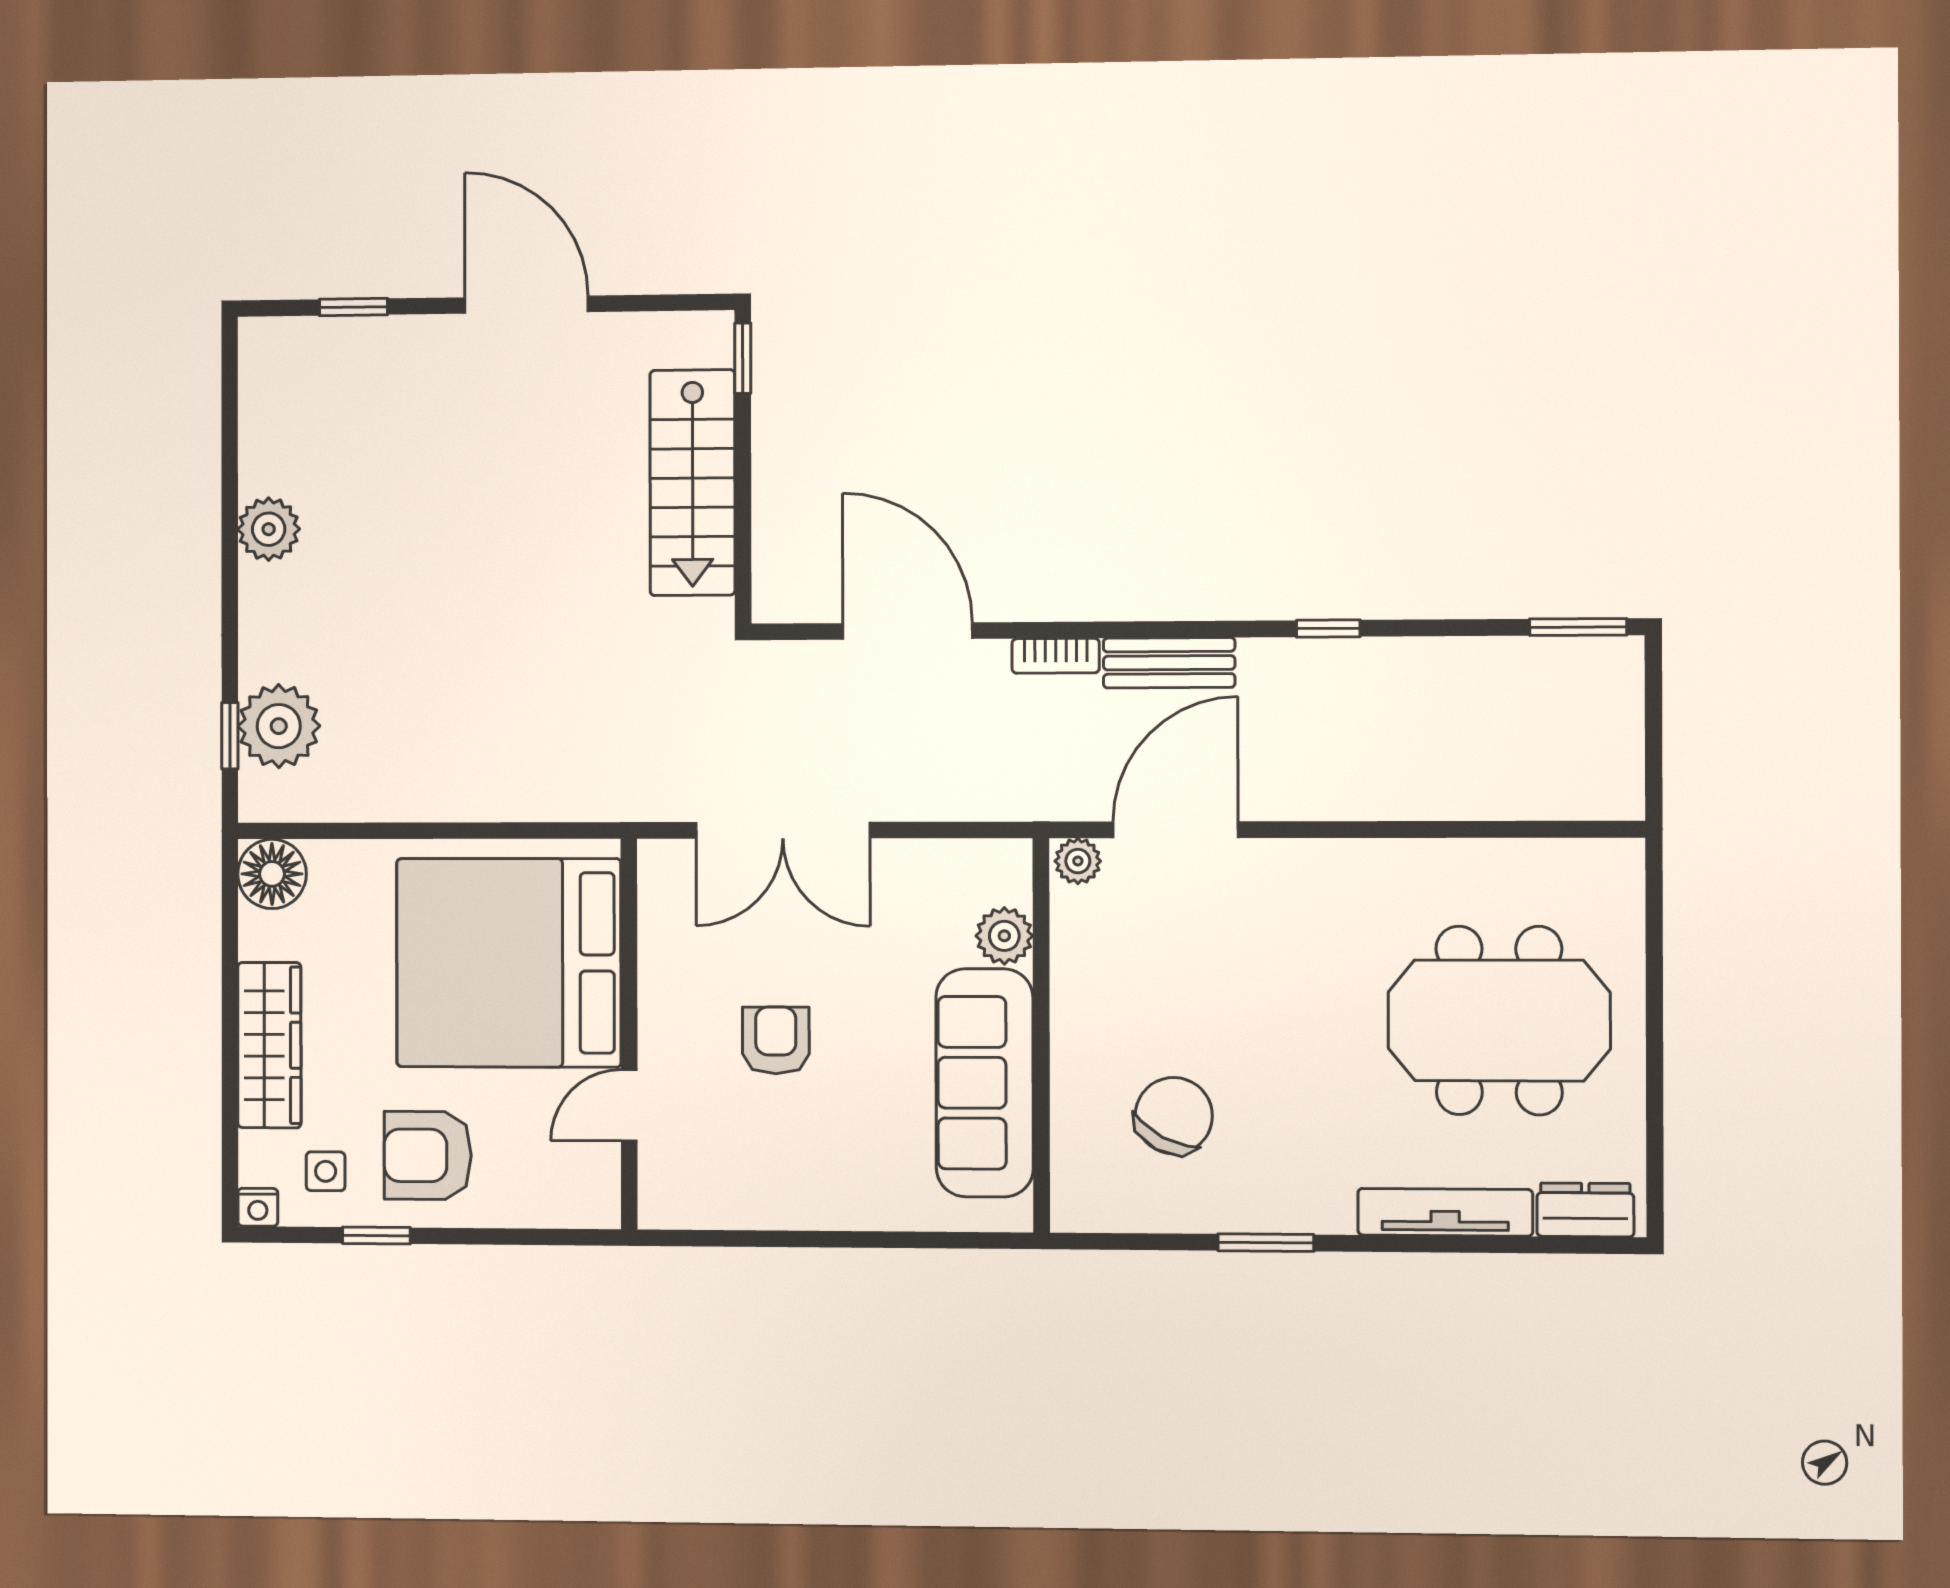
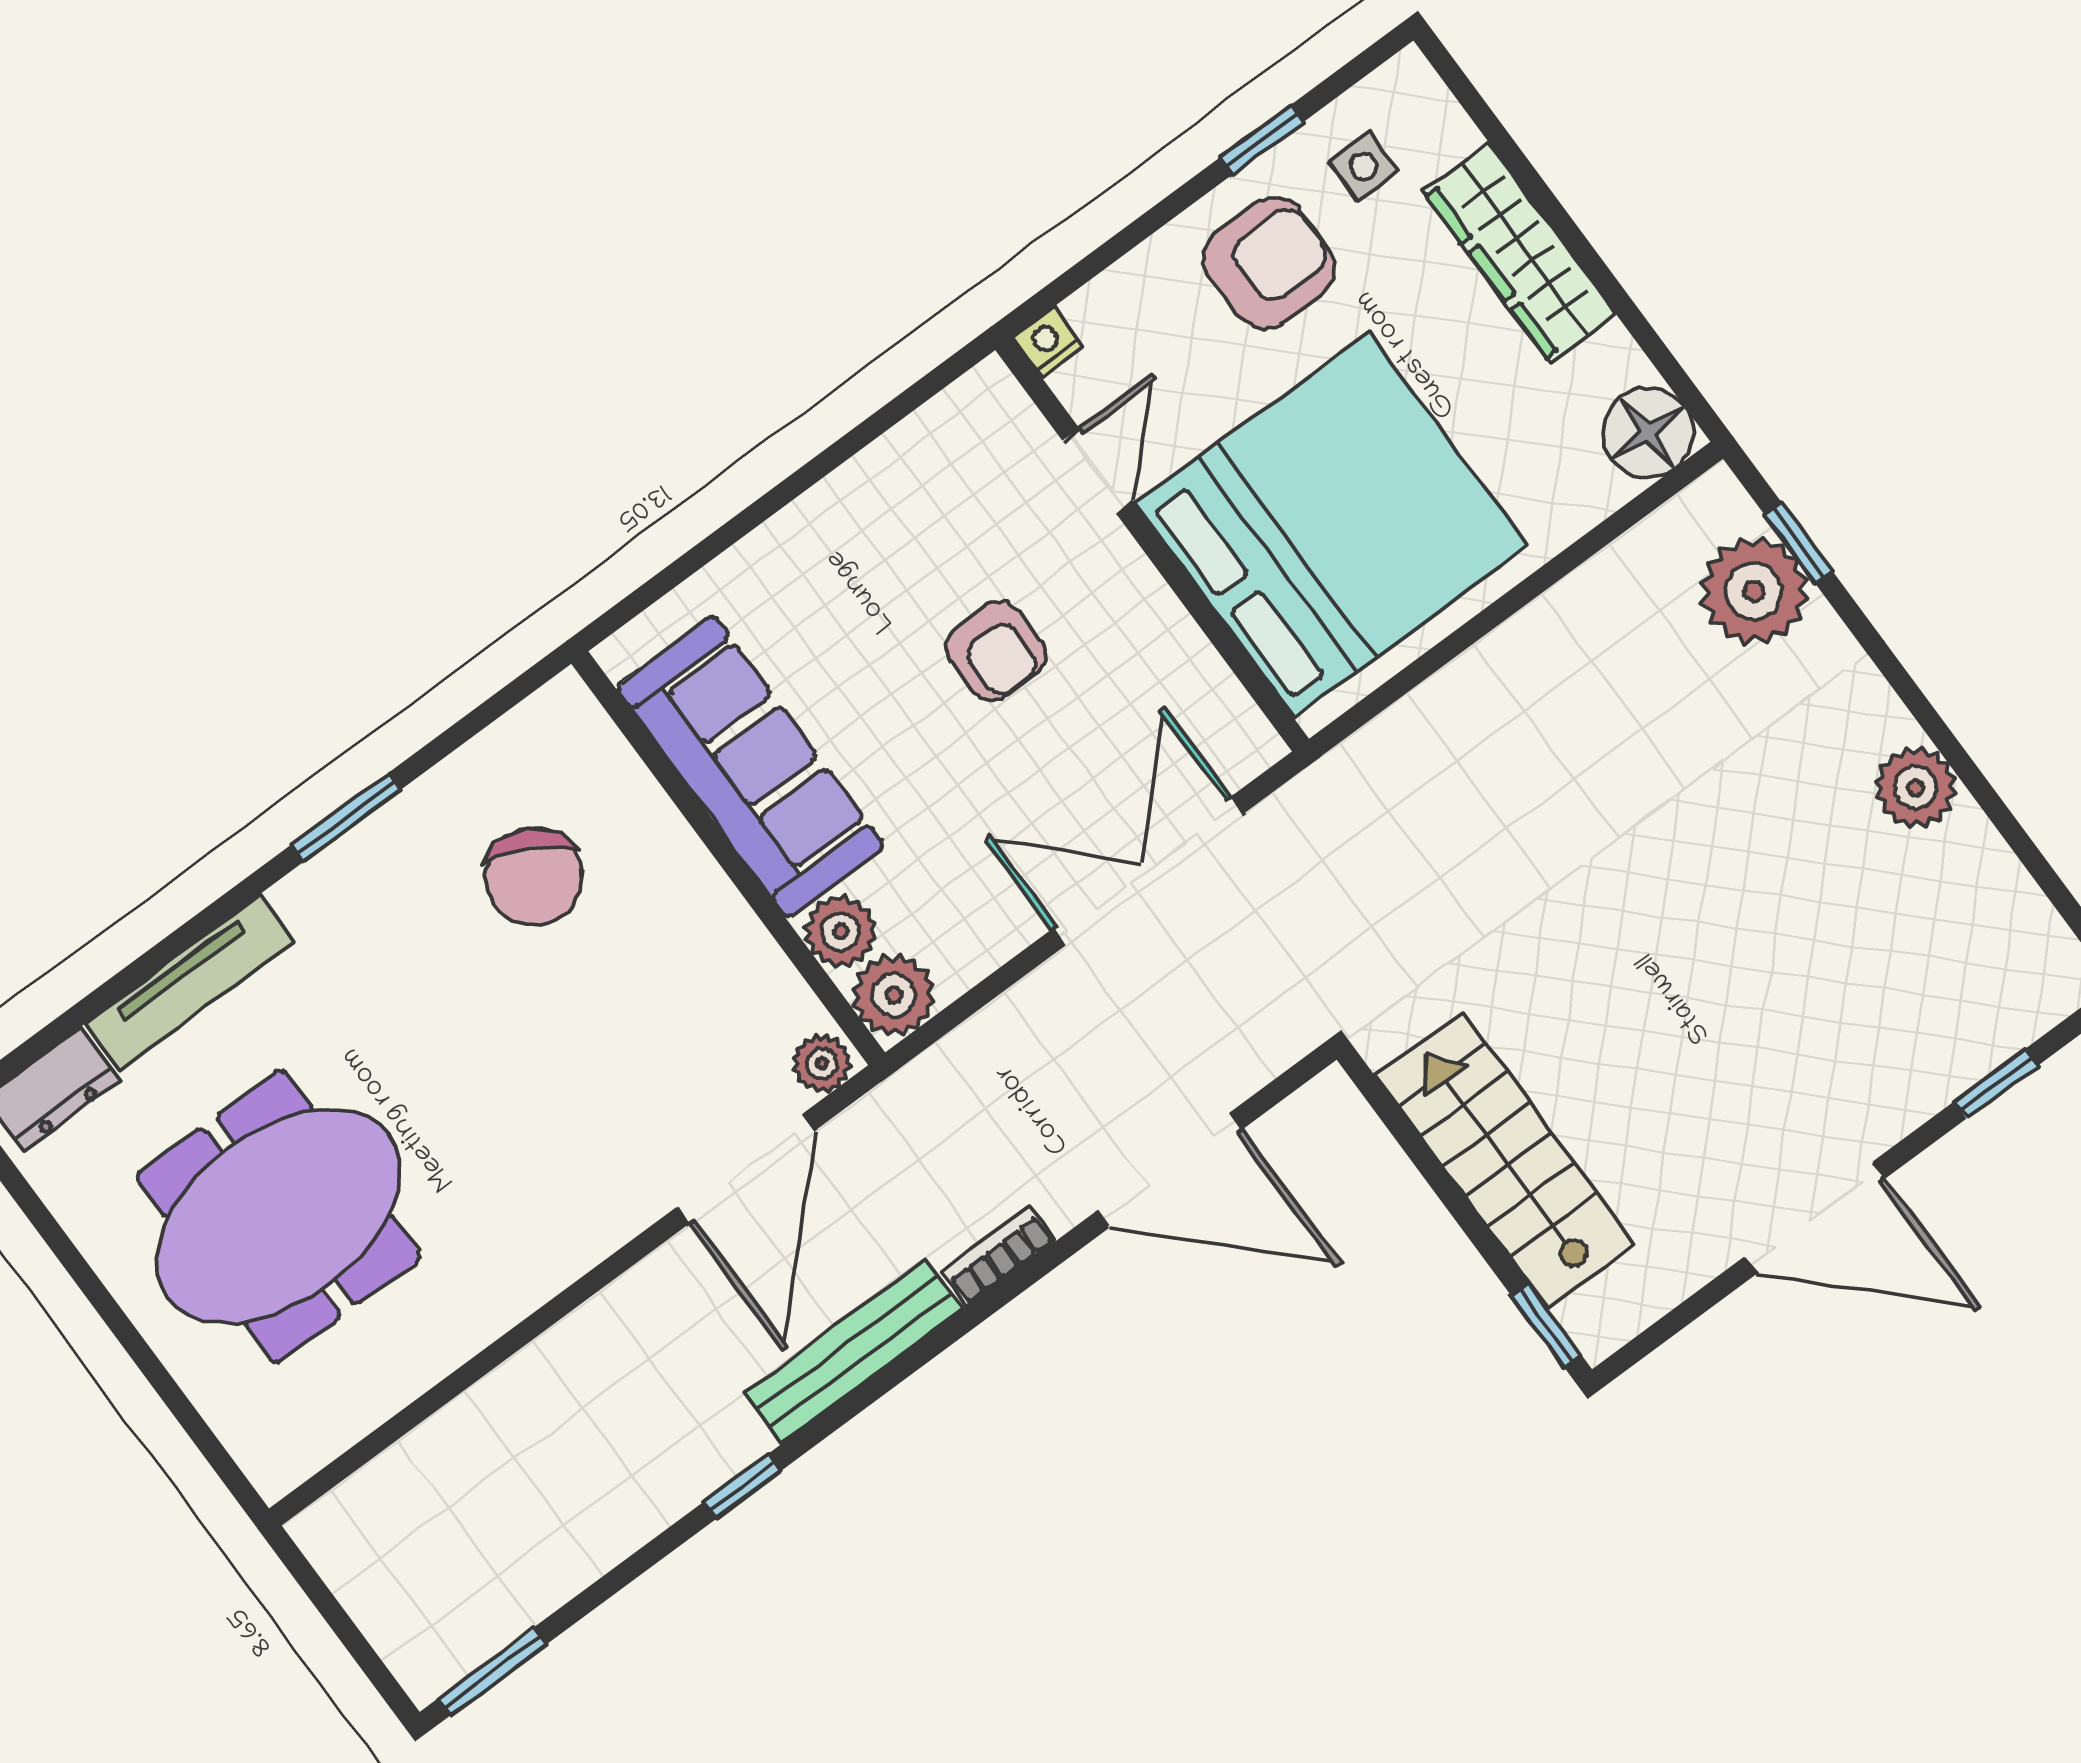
bench: (1169, 663) -> (854, 1352), width x1.36
plant: (1000, 871) -> (894, 995), added
nightstand: (258, 1207) -> (1048, 342), moved

